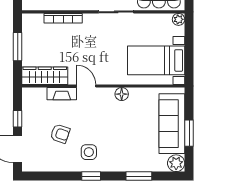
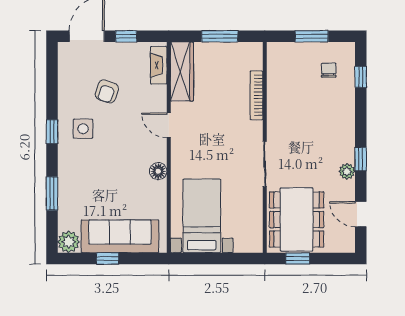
plant: (179, 19) -> (255, 245), removed
door: (86, 86) -> (169, 125), swing flipped
fireplace: (62, 94) -> (159, 65), moved
window: (189, 133) -> (108, 258), width x0.67

